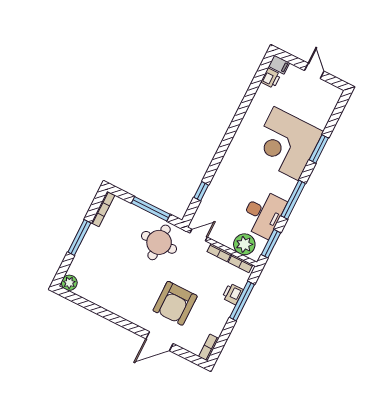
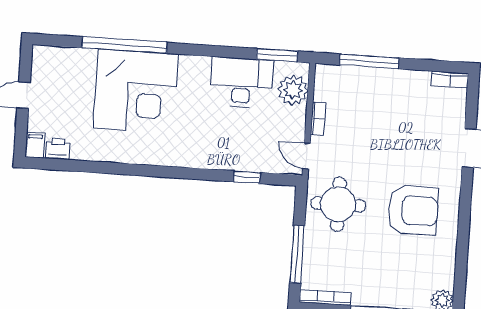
window: (319, 149) -> (124, 45), width x2.11
window: (293, 200) -> (206, 51), removed
window: (151, 209) -> (297, 254), moved
bookcase: (241, 264) -> (320, 84), removed
printer: (233, 294) -> (365, 78), removed
armchair: (175, 303) -> (413, 210), moved

